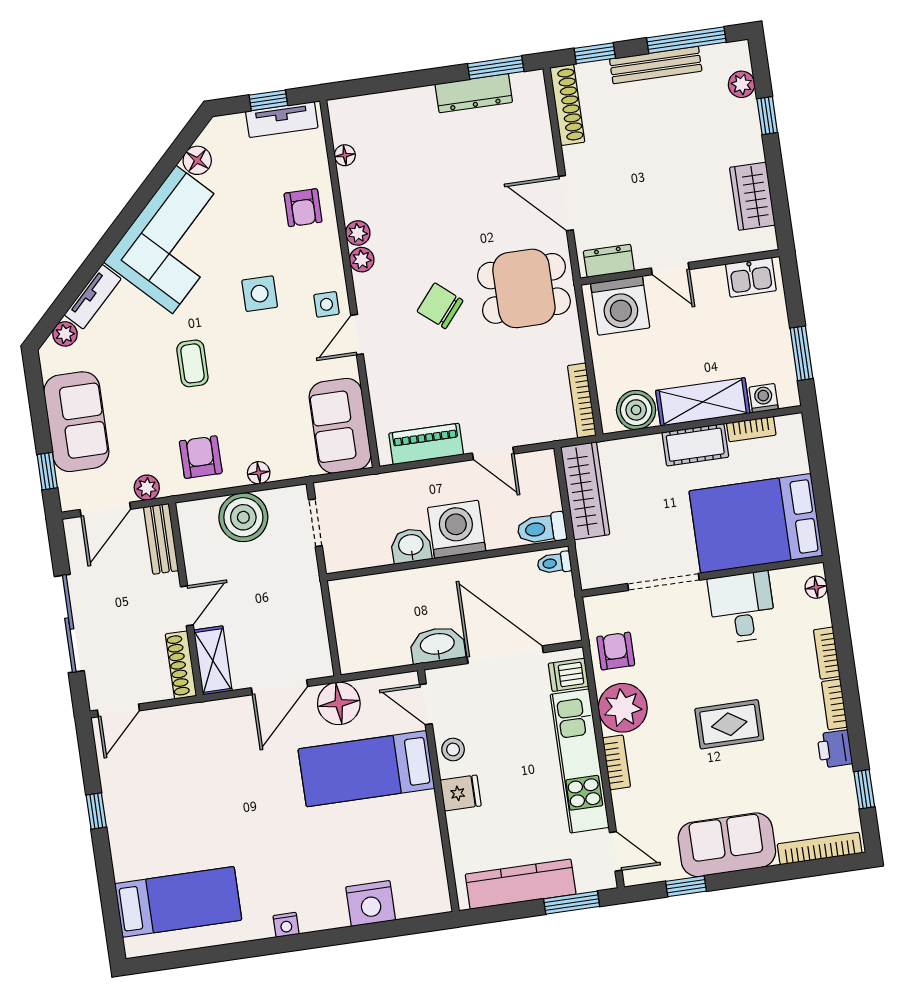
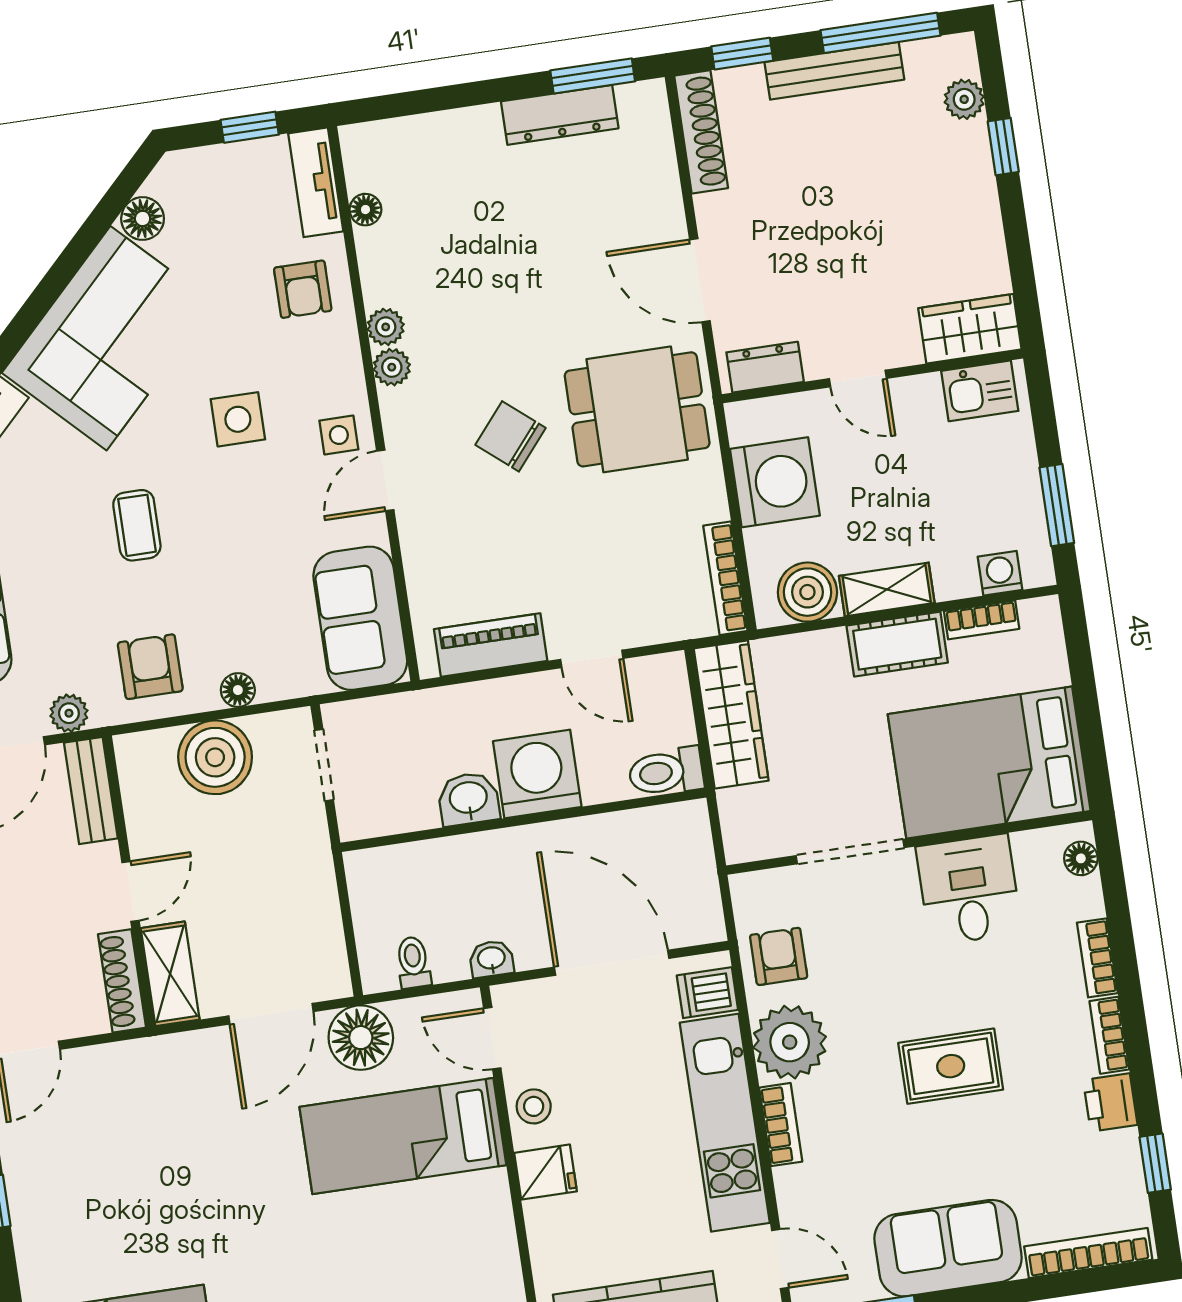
tv unit: (282, 120) -> (316, 182), moved, turned 90
wardrobe: (752, 196) -> (970, 329), moved, turned 90
washing machine: (620, 306) -> (775, 482), moved, turned -90
shelving: (703, 402) -> (887, 589), width x0.67, depth x0.75
toilet: (554, 563) -> (413, 962), moved, turned 90
washbasin: (437, 645) -> (491, 959), width x0.52, depth x0.69

